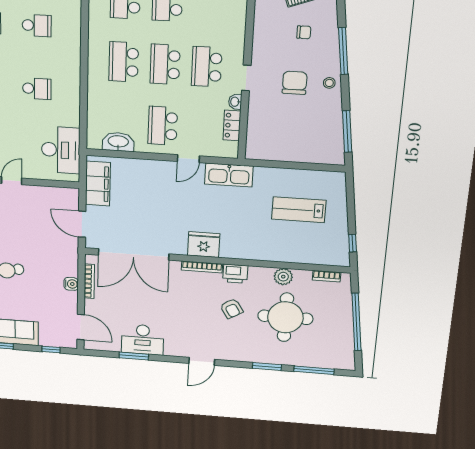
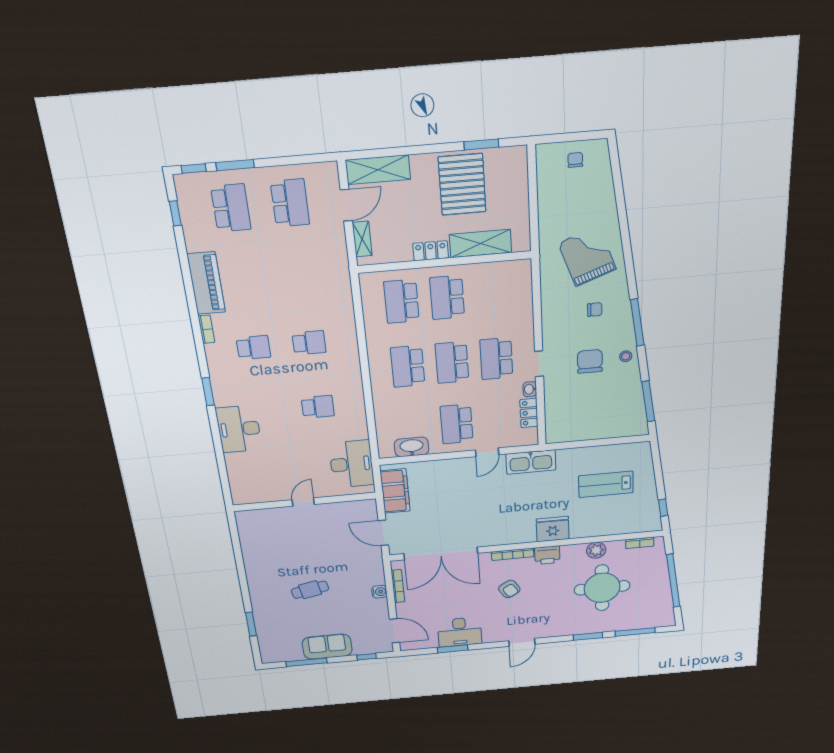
fridge: (204, 245) -> (553, 529), moved
armchair: (231, 309) -> (509, 589), moved

